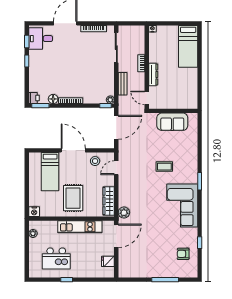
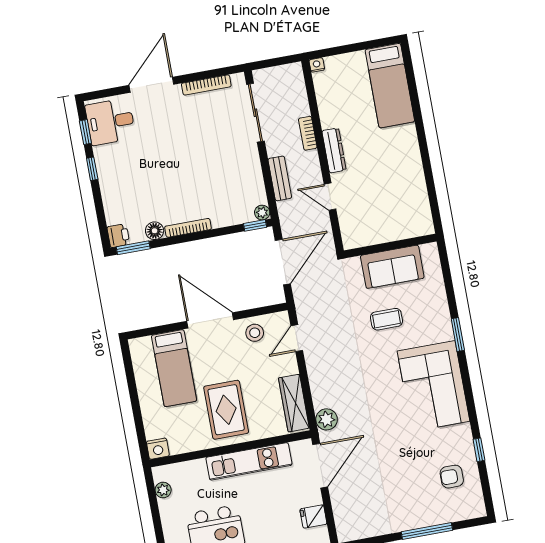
wall: (173, 111) -> (390, 246), moved
sofa: (172, 122) -> (392, 267), moved

